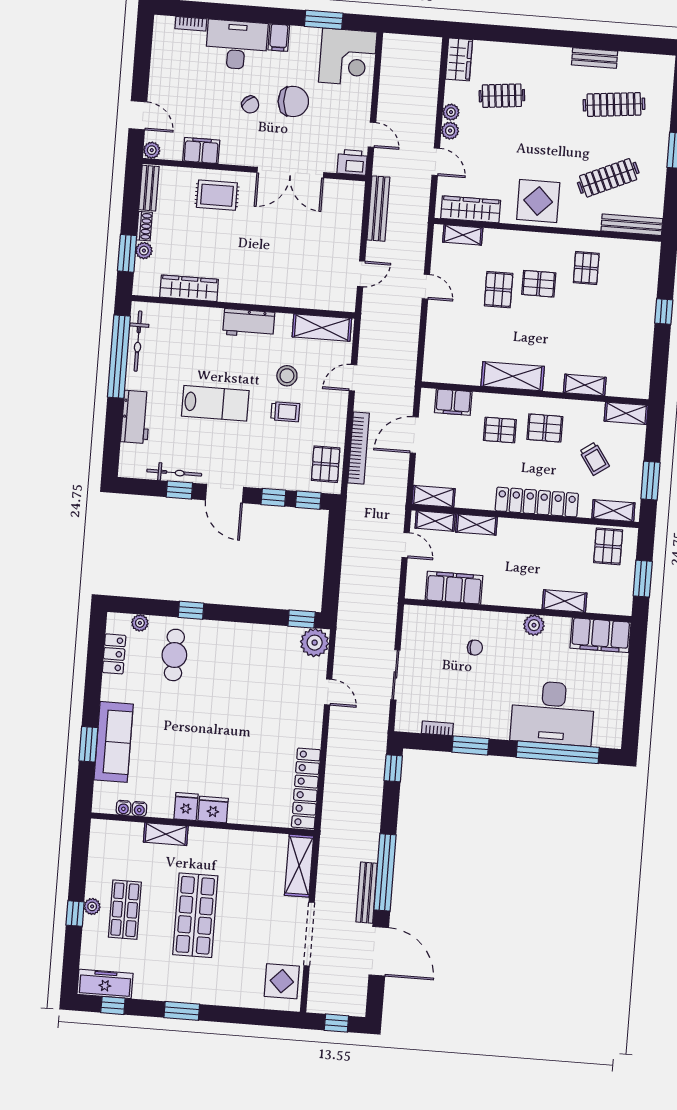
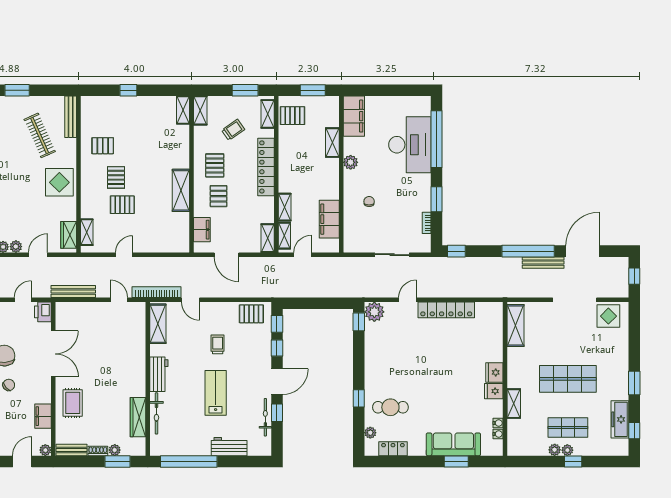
wardrobe: (471, 209) -> (69, 235), width x0.67
bicycle: (138, 341) -> (156, 413), moved, turned 90
stool: (287, 376) -> (193, 345), removed
shelving: (585, 385) -> (183, 110), moved
bookcase: (359, 448) -> (157, 292), moved
locker: (306, 788) -> (446, 310), moved
shelving: (299, 866) -> (516, 325), moved, turned 90
plant: (94, 888) -> (555, 450), added
freezer: (105, 984) -> (620, 419), moved

